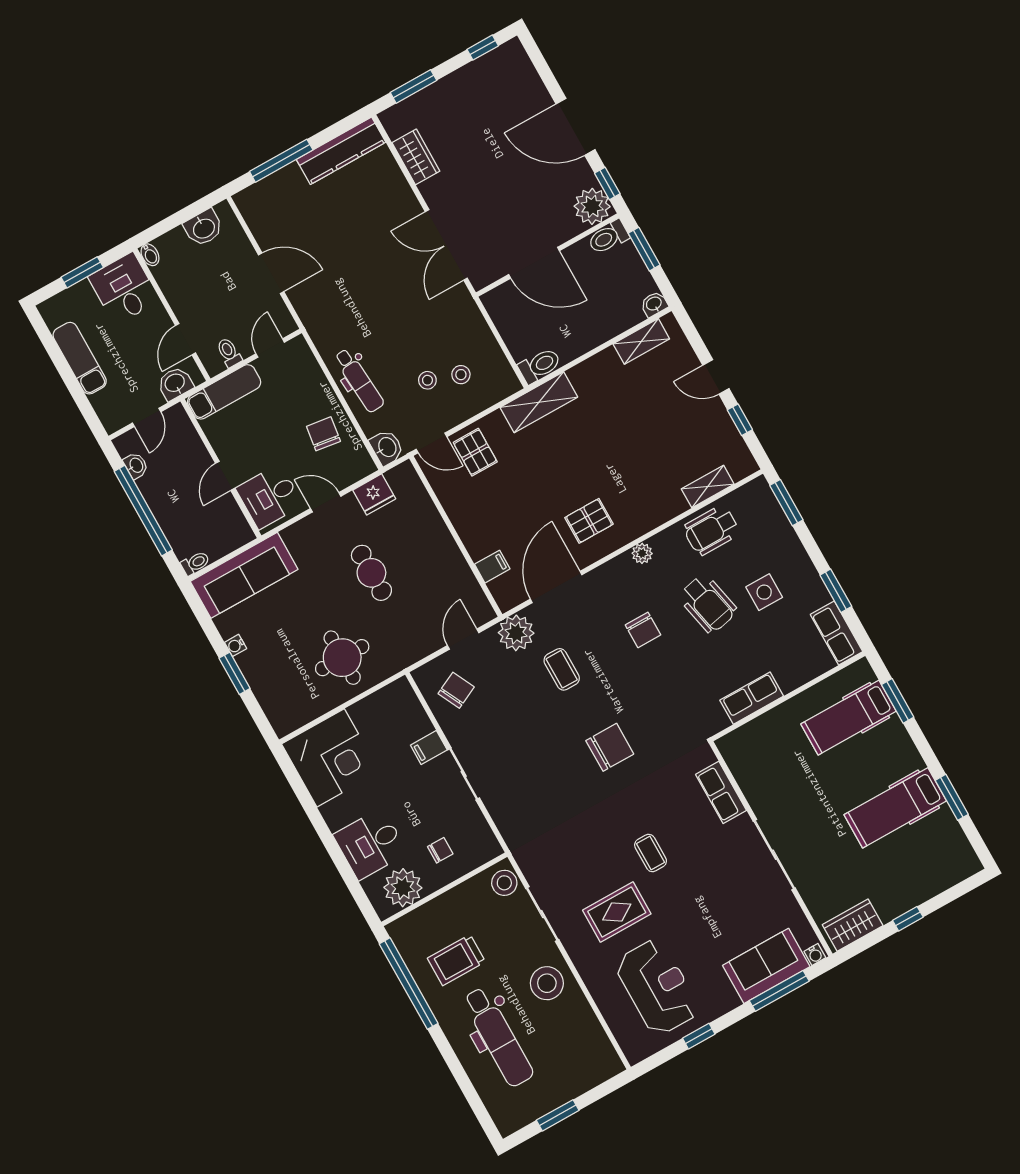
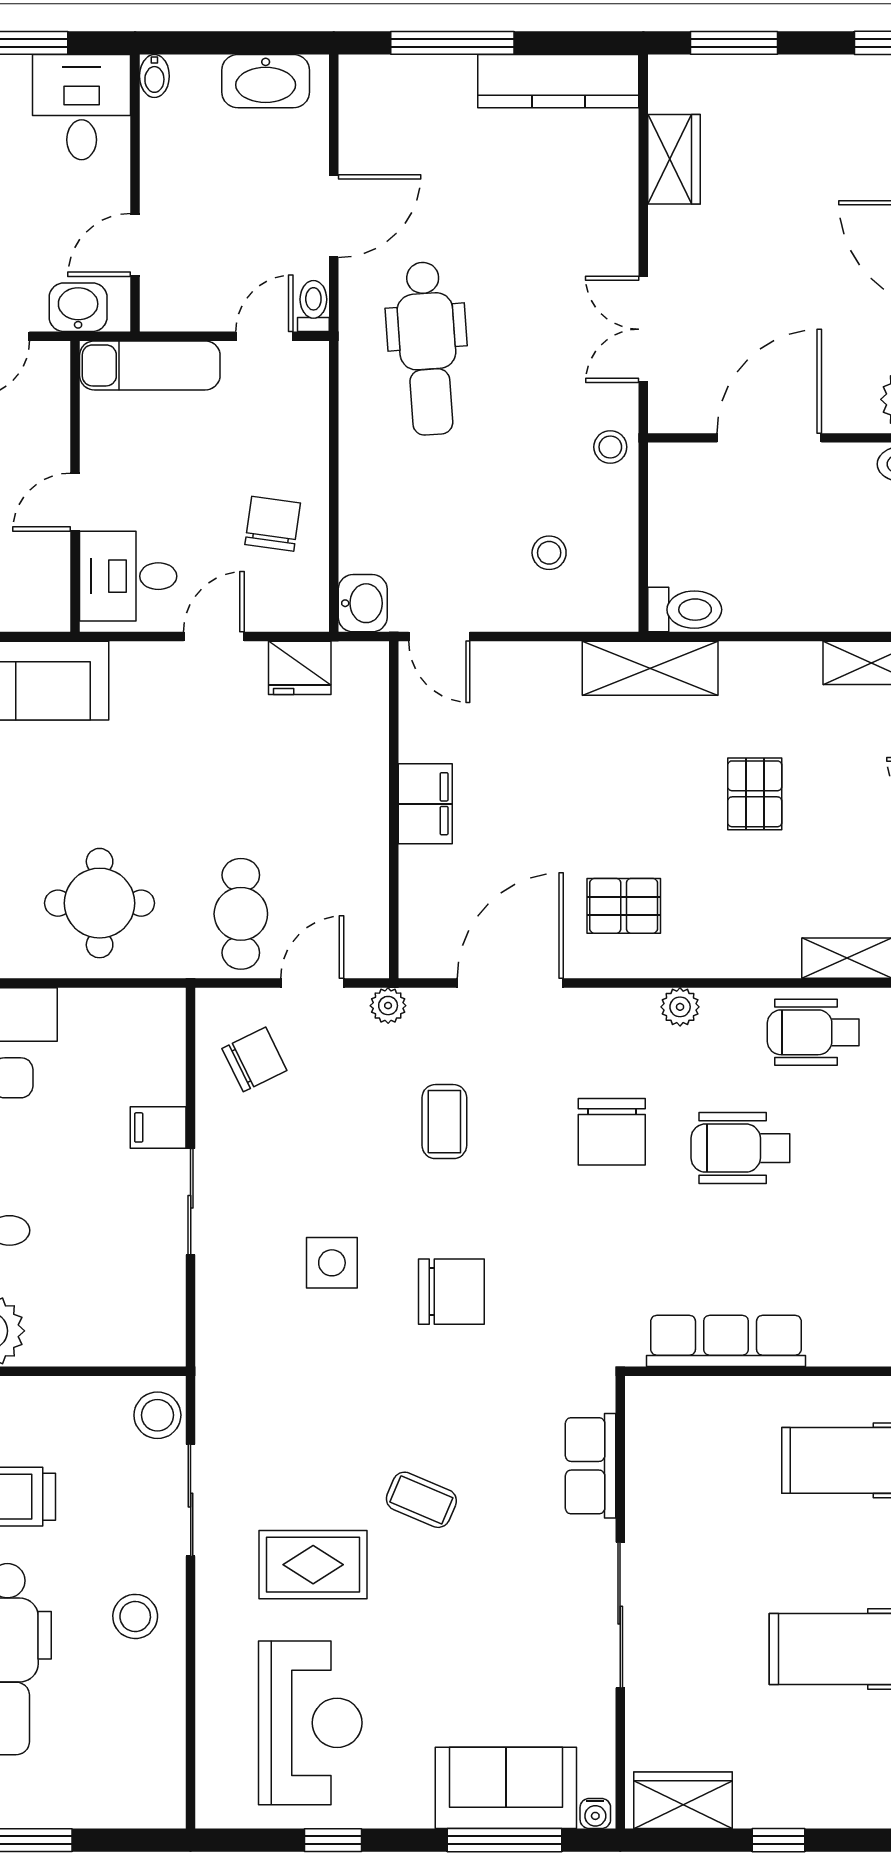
washbasin: (204, 228) -> (266, 81), width x1.38
double door: (446, 245) -> (643, 329), width x0.73
door: (534, 263) -> (769, 438), swing flipped
door: (271, 273) -> (334, 216), hinge flipped
toilet: (229, 352) -> (313, 306), moved
dental chair: (359, 380) -> (428, 349), moved, width x1.36, depth x1.38
stool: (427, 380) -> (610, 447), moved
pallet: (475, 452) -> (755, 794), moved
door: (326, 502) -> (214, 637), hinge flipped
filing cabinet: (492, 567) -> (425, 804), moved, width x2.00
cafe table: (371, 573) -> (241, 914), moved
side table: (764, 592) -> (332, 1263), moved
wheelchair: (708, 604) -> (741, 1148), turned 102
chair: (643, 630) -> (612, 1132), width x1.37, depth x1.37
plant: (516, 633) -> (388, 1006), width x0.53, depth x0.53
row of seats: (752, 698) -> (726, 1341), width x1.48
chair: (440, 850) -> (83, 1304), removed
coffee table: (651, 853) -> (421, 1500), turned -67
stool: (547, 983) -> (135, 1616), width x0.73, depth x0.73

